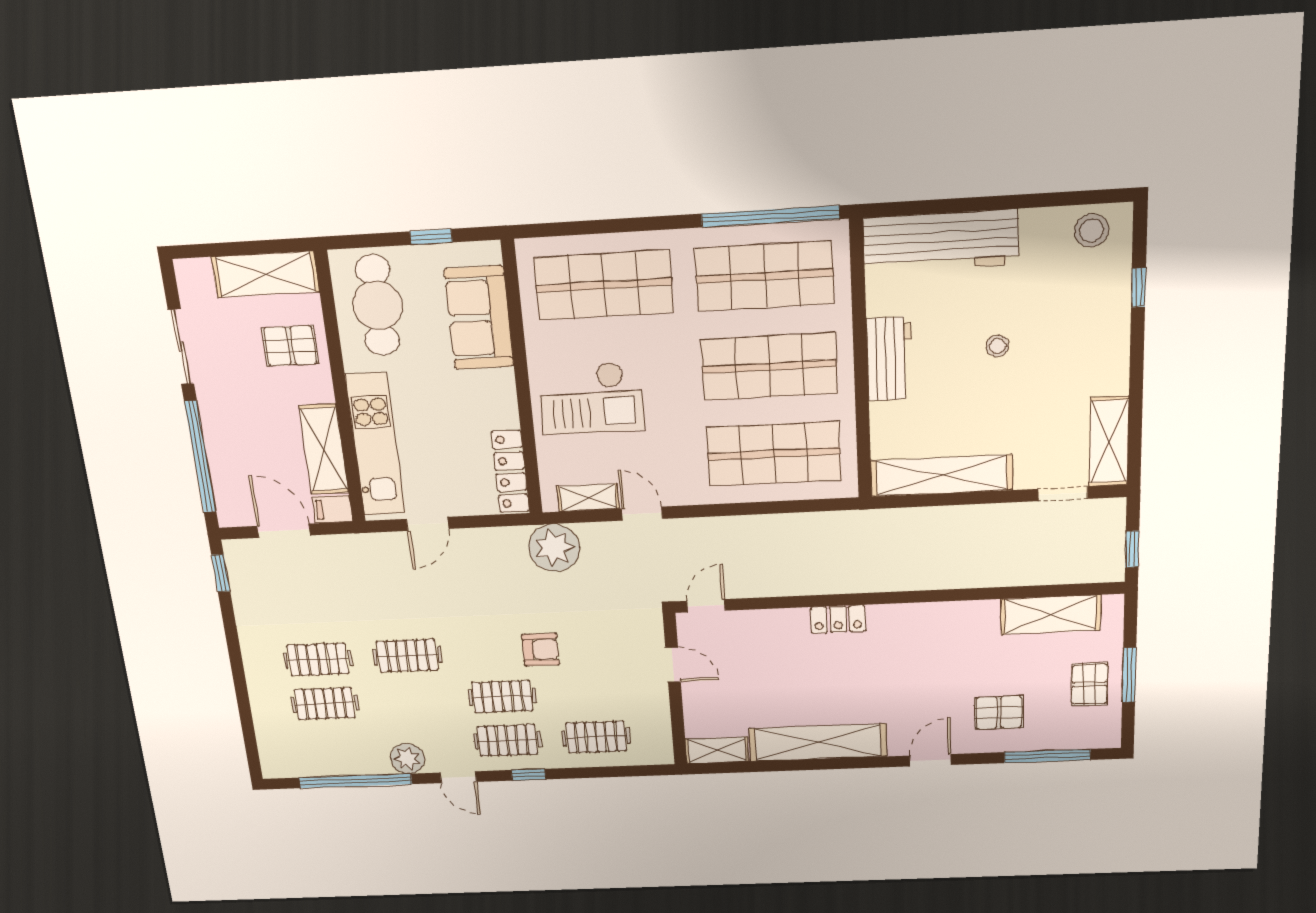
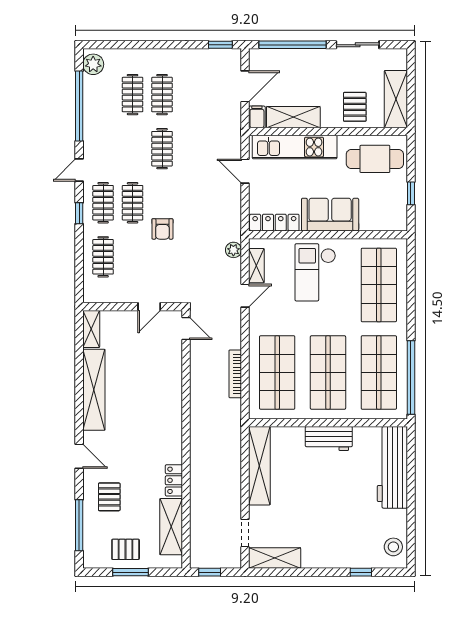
sofa: (479, 318) -> (330, 215), moved
stool: (997, 346) -> (333, 497), removed
bookcase: (780, 523) -> (235, 374), added
plant: (554, 548) -> (233, 250), width x0.53, depth x0.53
locker: (838, 619) -> (174, 480), moved
plant: (408, 759) -> (93, 64), moved

